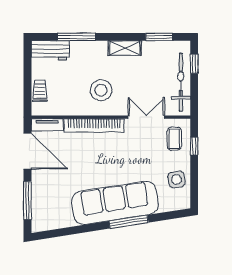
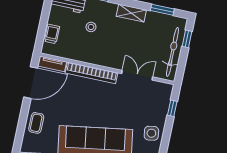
stool: (101, 90) -> (91, 27), moved, width x0.53, depth x0.53
coffee table: (174, 139) -> (36, 123), moved
door: (27, 151) -> (31, 83), hinge flipped
window: (27, 201) -> (22, 124), removed

